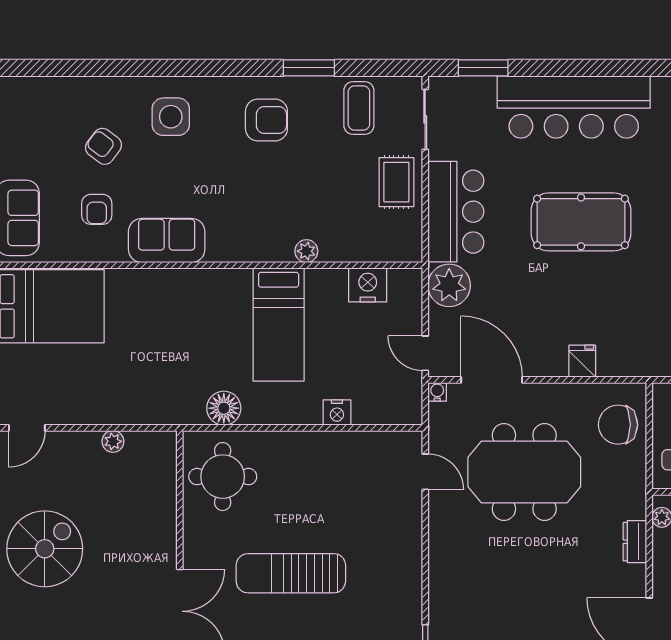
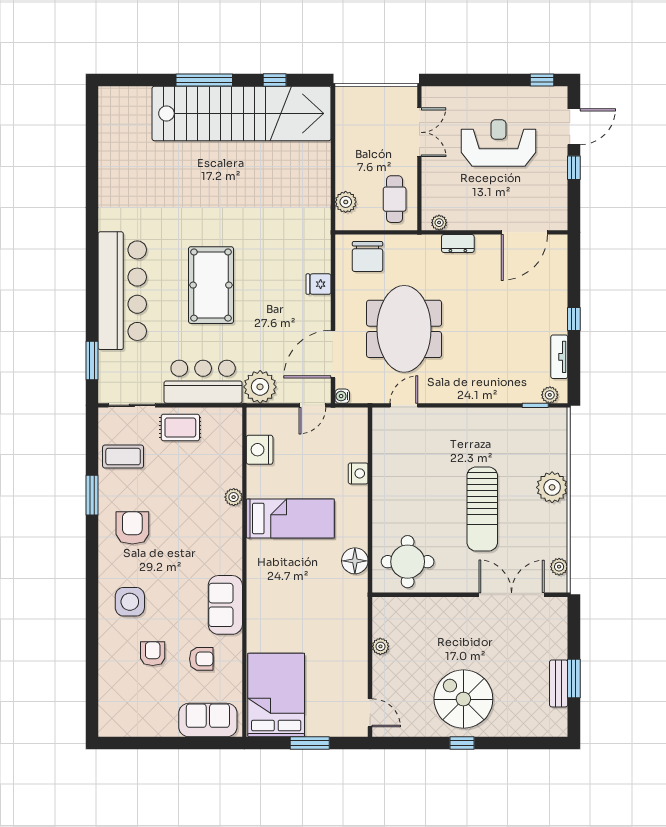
armchair: (103, 146) -> (153, 654), turned 143

